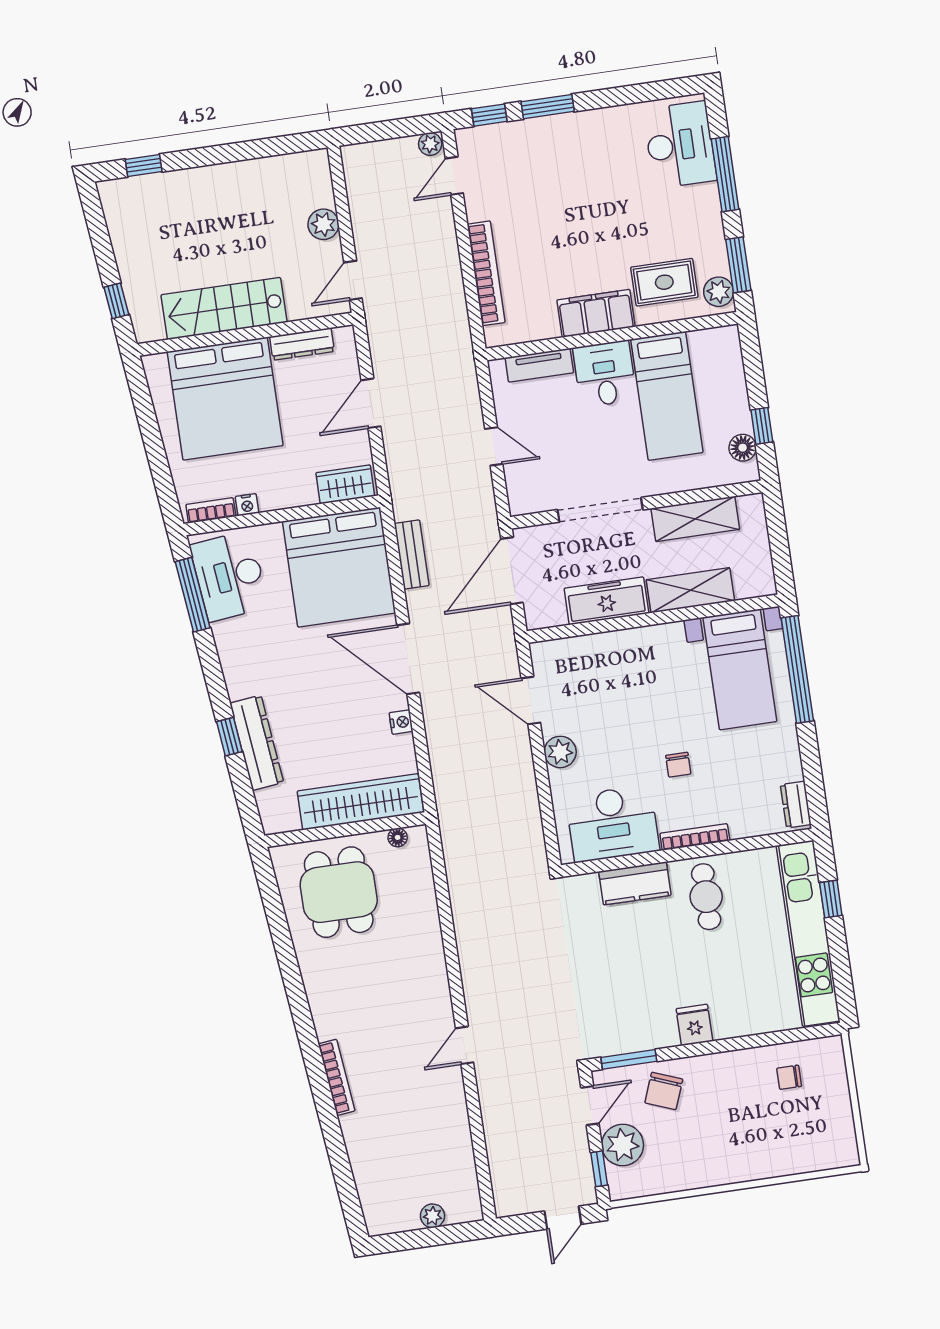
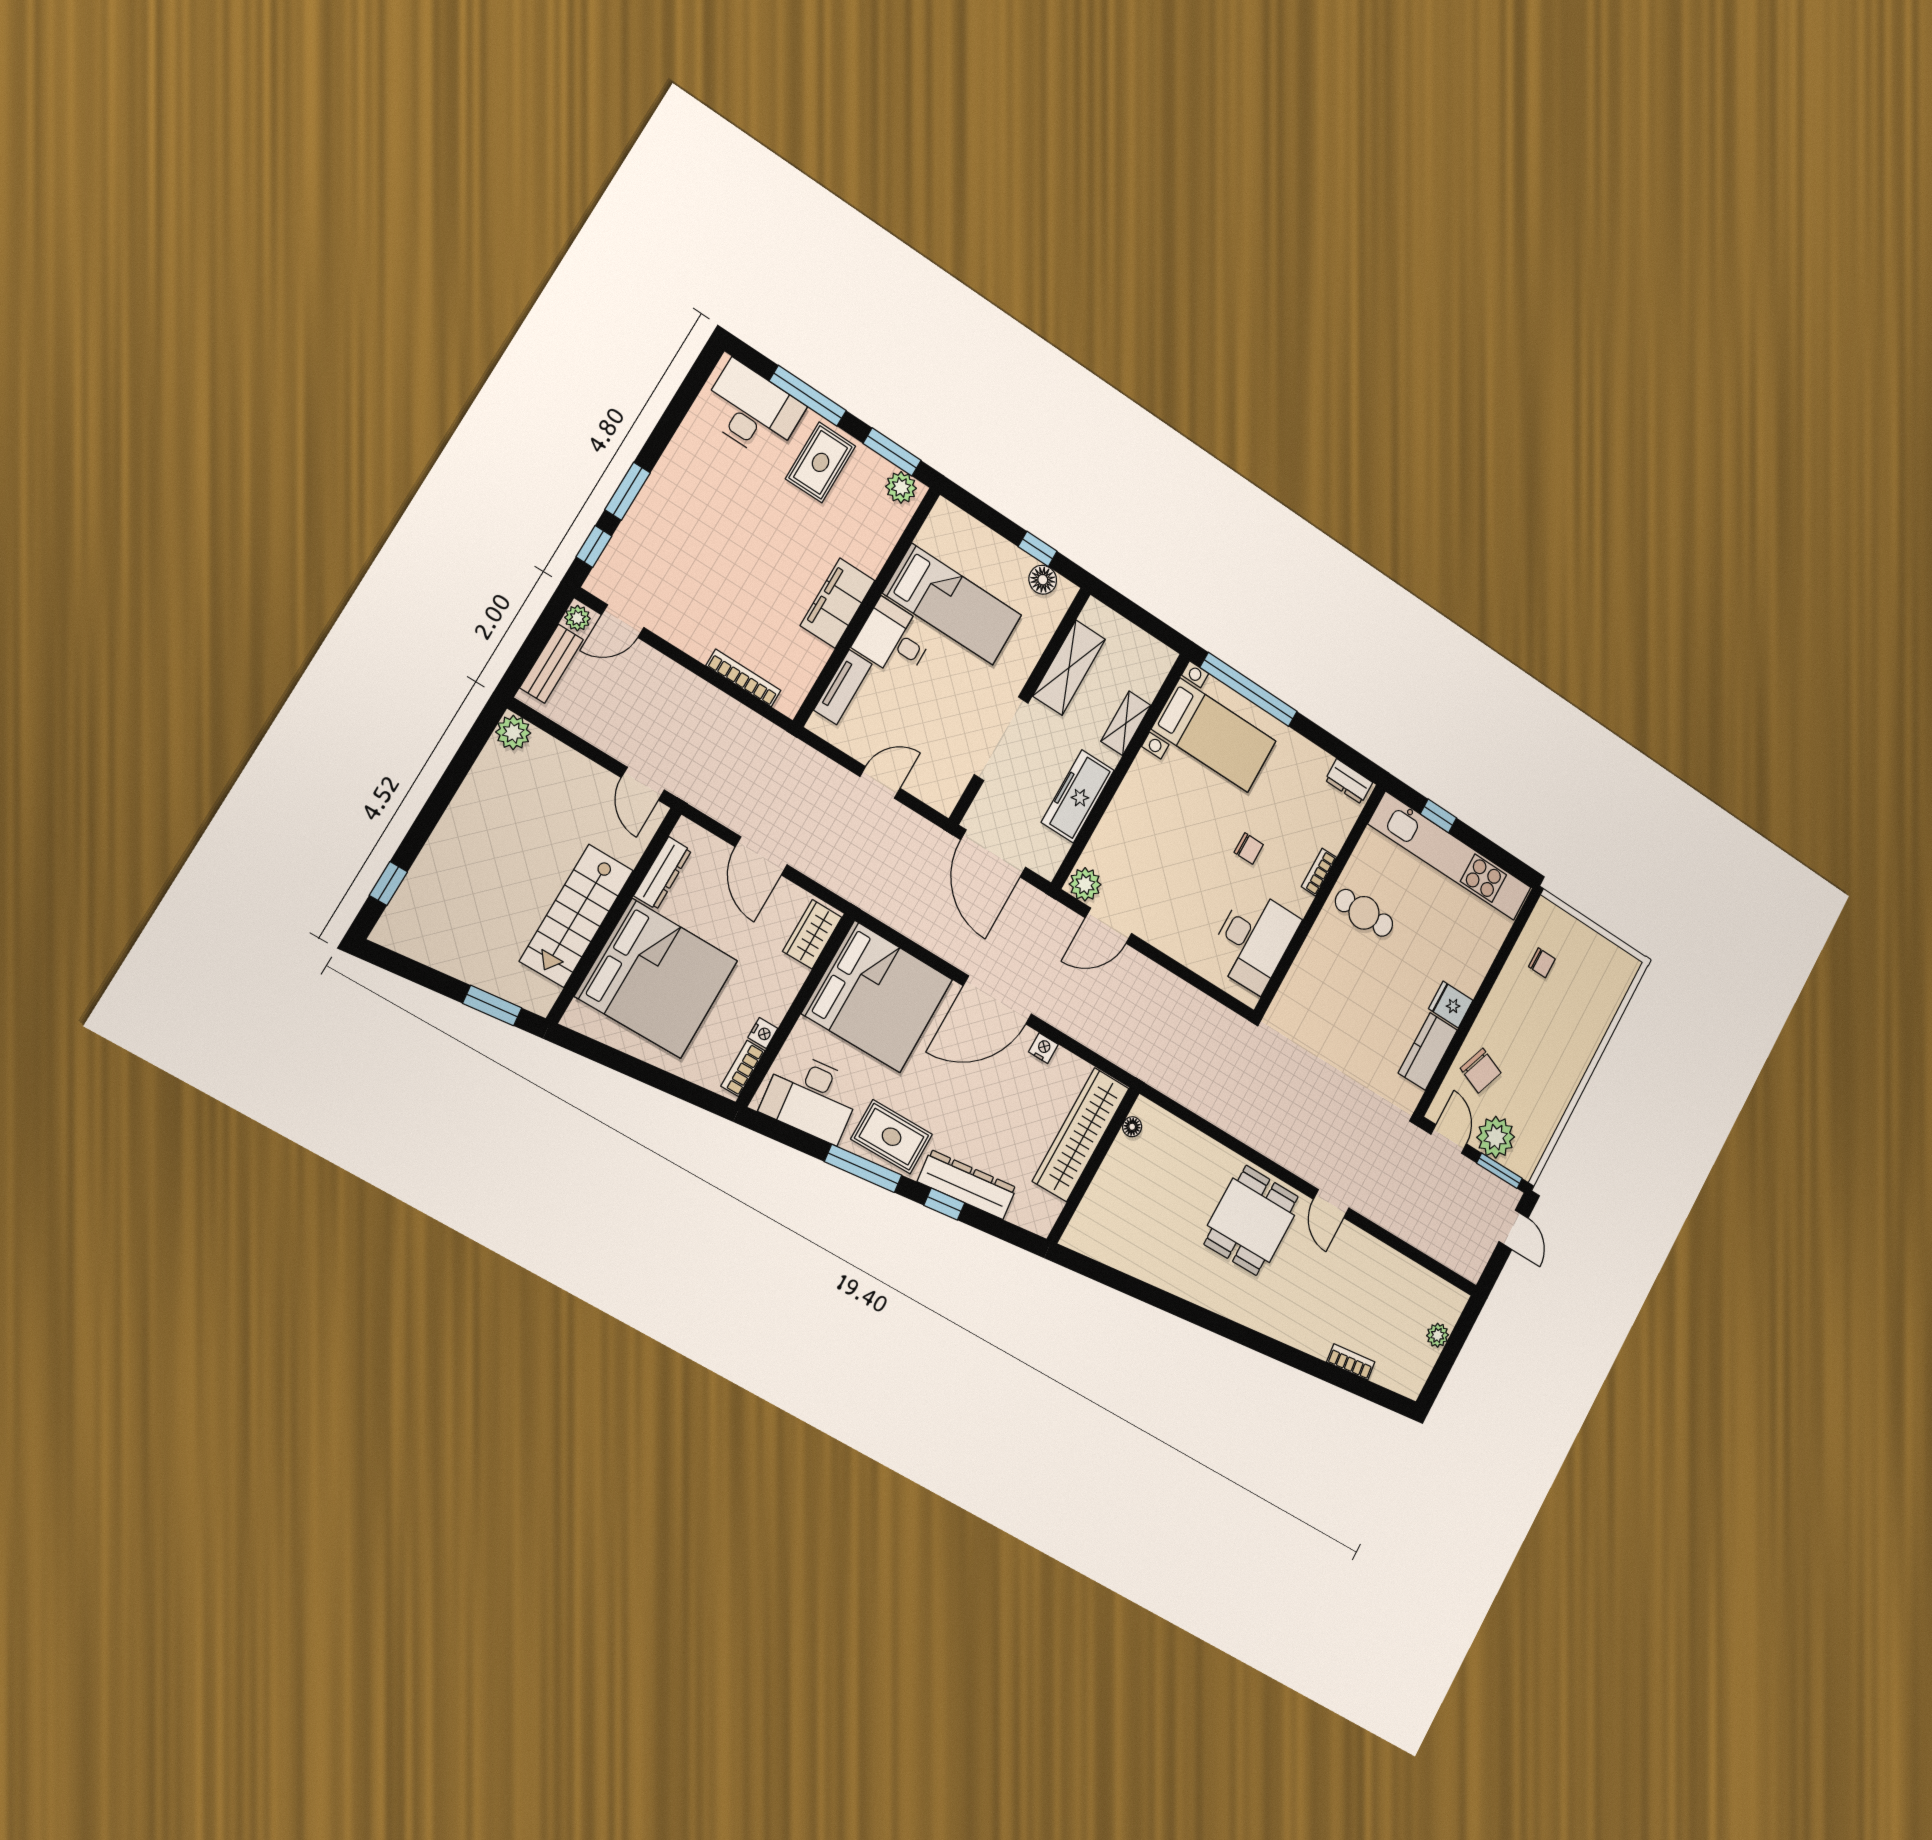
door: (454, 176) -> (623, 621), hinge flipped
plant: (323, 224) -> (513, 732), moved
bookcase: (486, 273) -> (743, 678), width x0.68, depth x0.76
rug: (664, 282) -> (821, 462), moved
window: (116, 301) -> (492, 1006), width x1.50
bench: (412, 554) -> (551, 664), moved, turned 90
shelving: (690, 590) -> (1126, 723), width x0.67, depth x0.75
window: (193, 595) -> (863, 1168), moved
rug: (247, 658) -> (892, 1137), added
plant: (560, 752) -> (1085, 884), moved
bookcase: (695, 837) -> (1319, 872), width x0.64
kitchen counter: (635, 883) -> (1428, 1051), moved, turned 180
dining table: (339, 892) -> (1251, 1220), moved, turned 90
window: (629, 1059) -> (1438, 1079), removed
bookcase: (337, 1077) -> (1351, 1362), moved, width x0.64
chair: (789, 1077) -> (1542, 963), turned -90
window: (599, 1169) -> (1499, 1171), width x1.50

